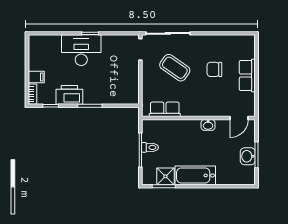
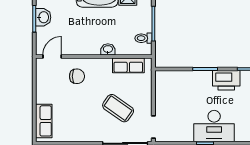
chair: (214, 69) -> (77, 76), moved
row of seats: (247, 75) -> (44, 121), moved
washbasin: (208, 125) -> (108, 49), moved
toilet: (150, 147) -> (143, 38), moved

